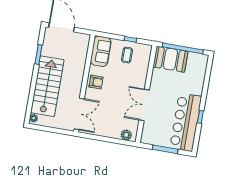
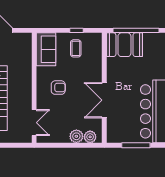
armchair: (96, 82) -> (58, 88), moved
double door: (79, 114) -> (34, 123), width x0.73
plant: (114, 132) -> (76, 136), added

